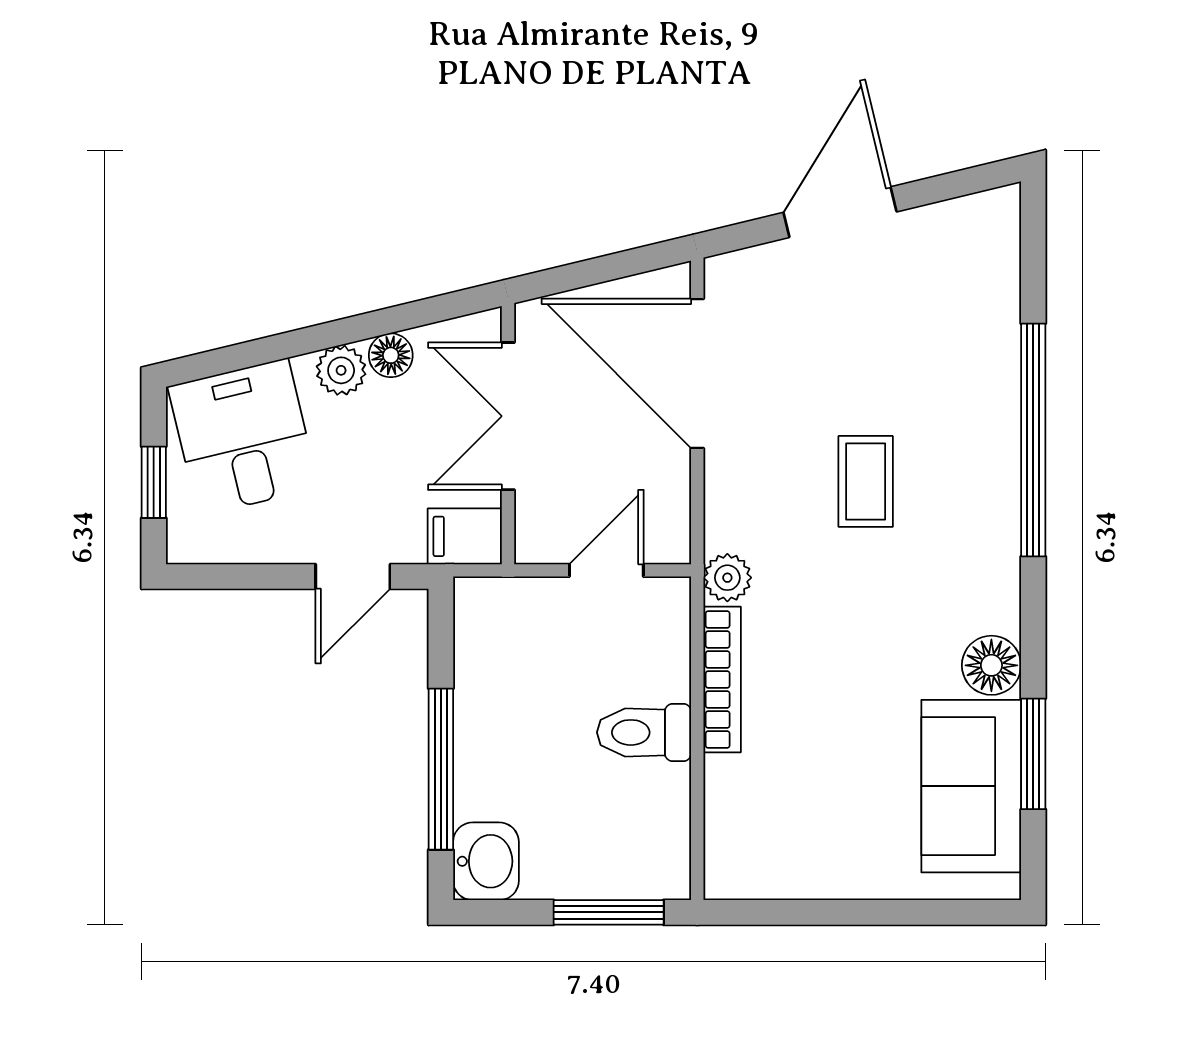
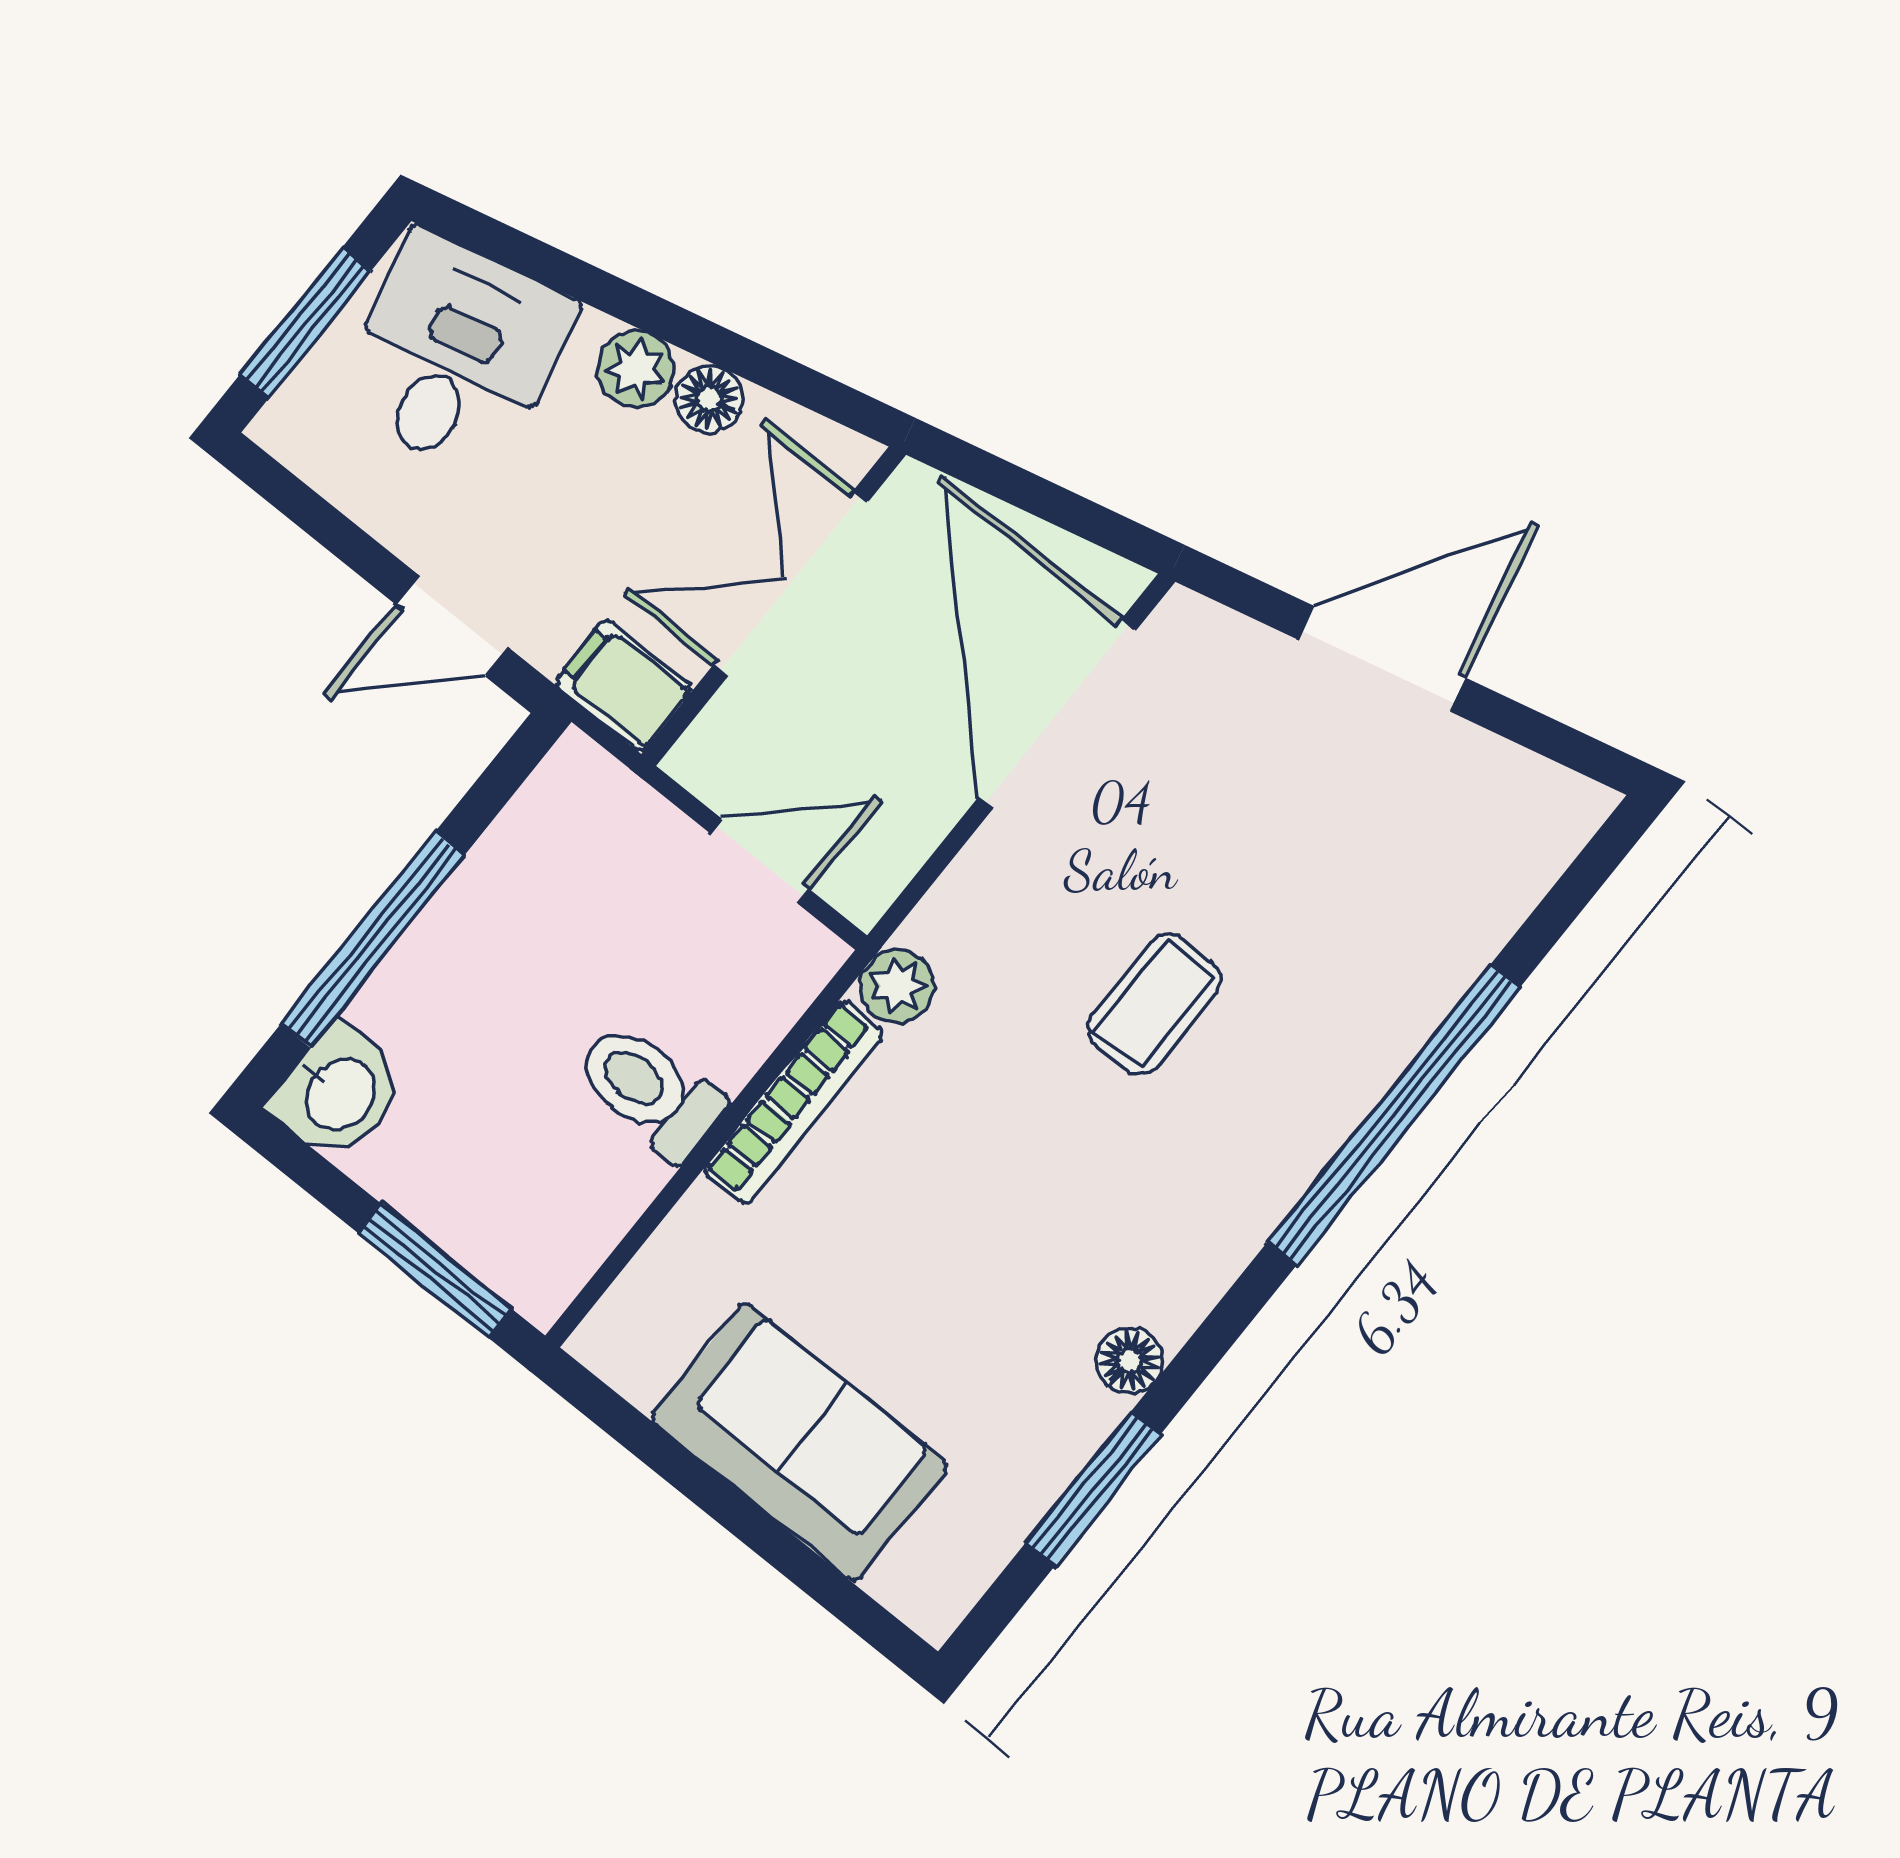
window: (154, 482) -> (305, 323), width x1.50
floor lamp: (991, 665) -> (1130, 1361), width x0.73, depth x0.73
sofa: (971, 786) -> (800, 1442), moved, turned 90

